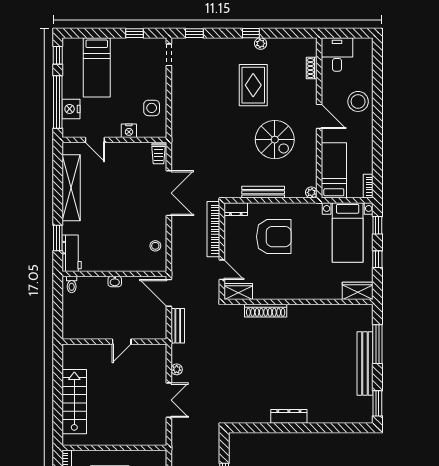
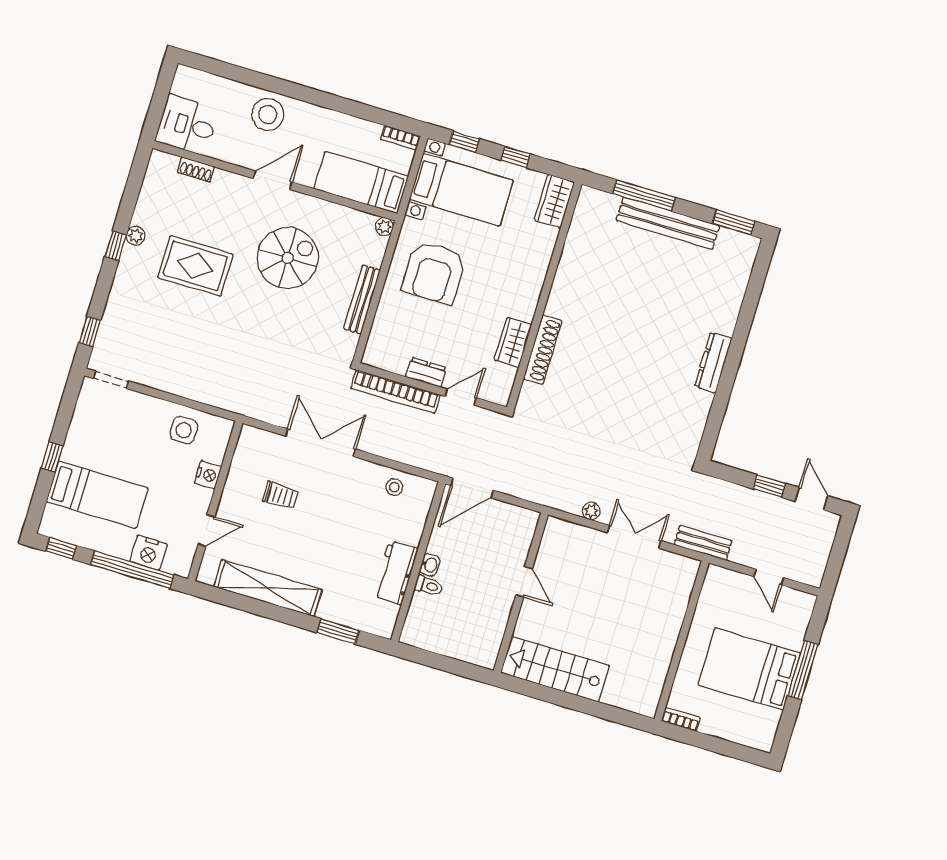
window: (134, 33) -> (52, 457), moved
trolley: (159, 154) -> (281, 496), moved
dresser: (236, 209) -> (426, 372), moved, turned -90
armchair: (274, 237) -> (434, 272), moved, turned 180
workbench: (72, 253) -> (396, 572), moved, turned -90
toilet: (72, 284) -> (428, 586), moved
wardrobe: (238, 291) -> (513, 342), moved
bench: (178, 326) -> (703, 543), moved
stairs: (74, 402) -> (555, 669), moved

